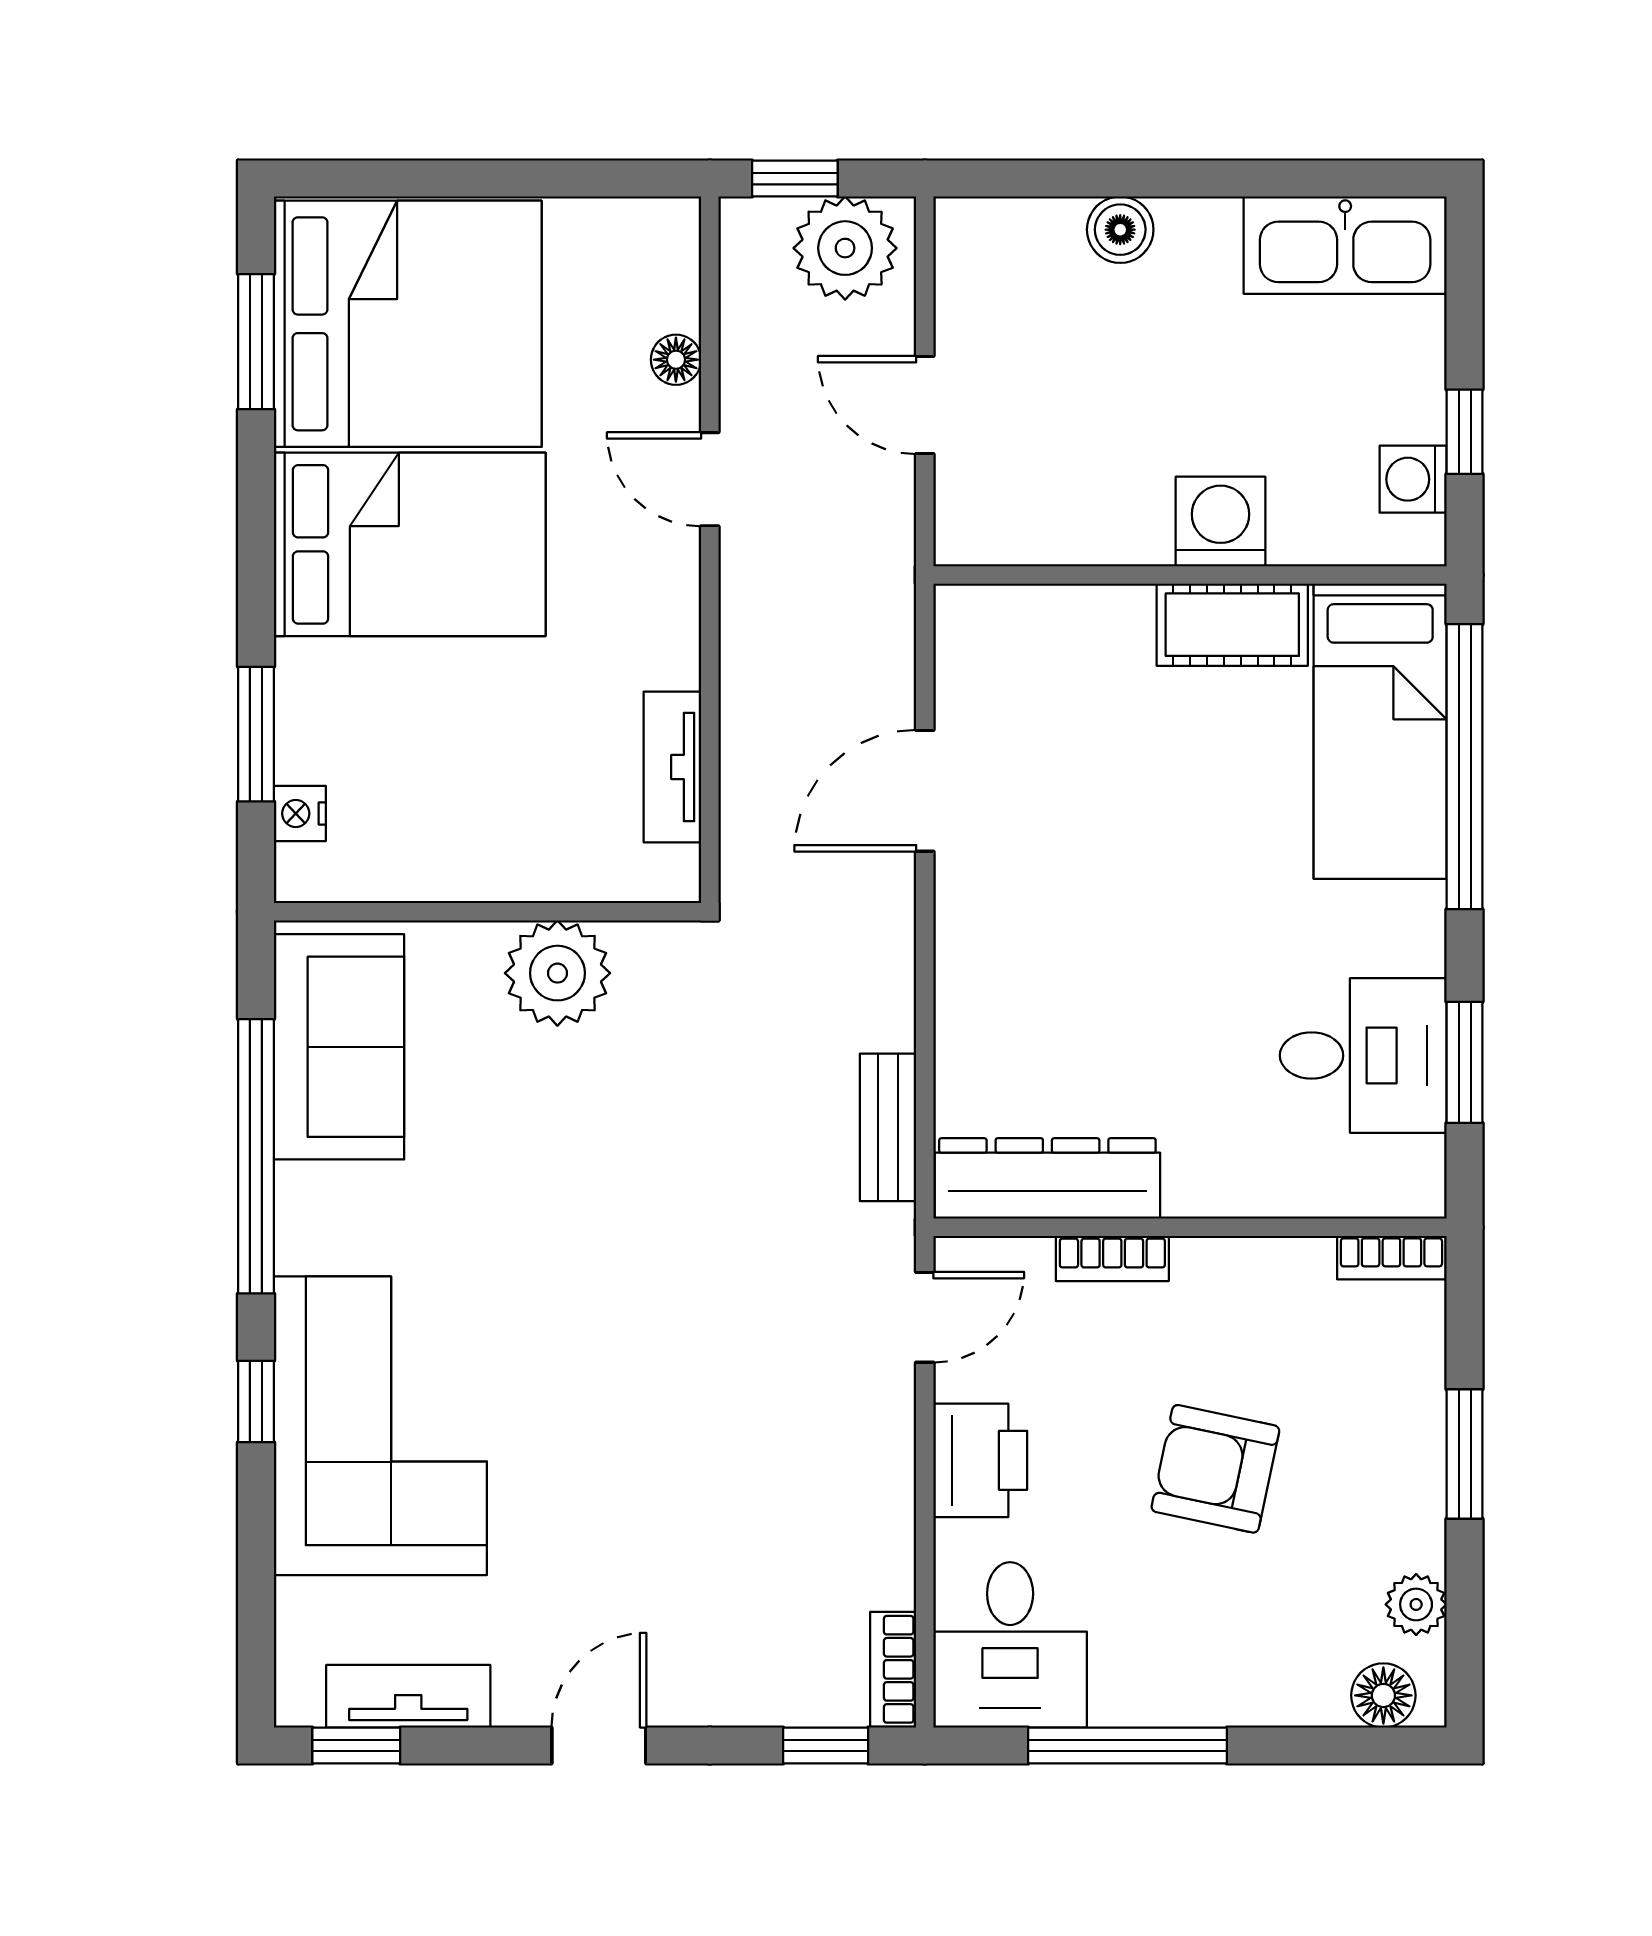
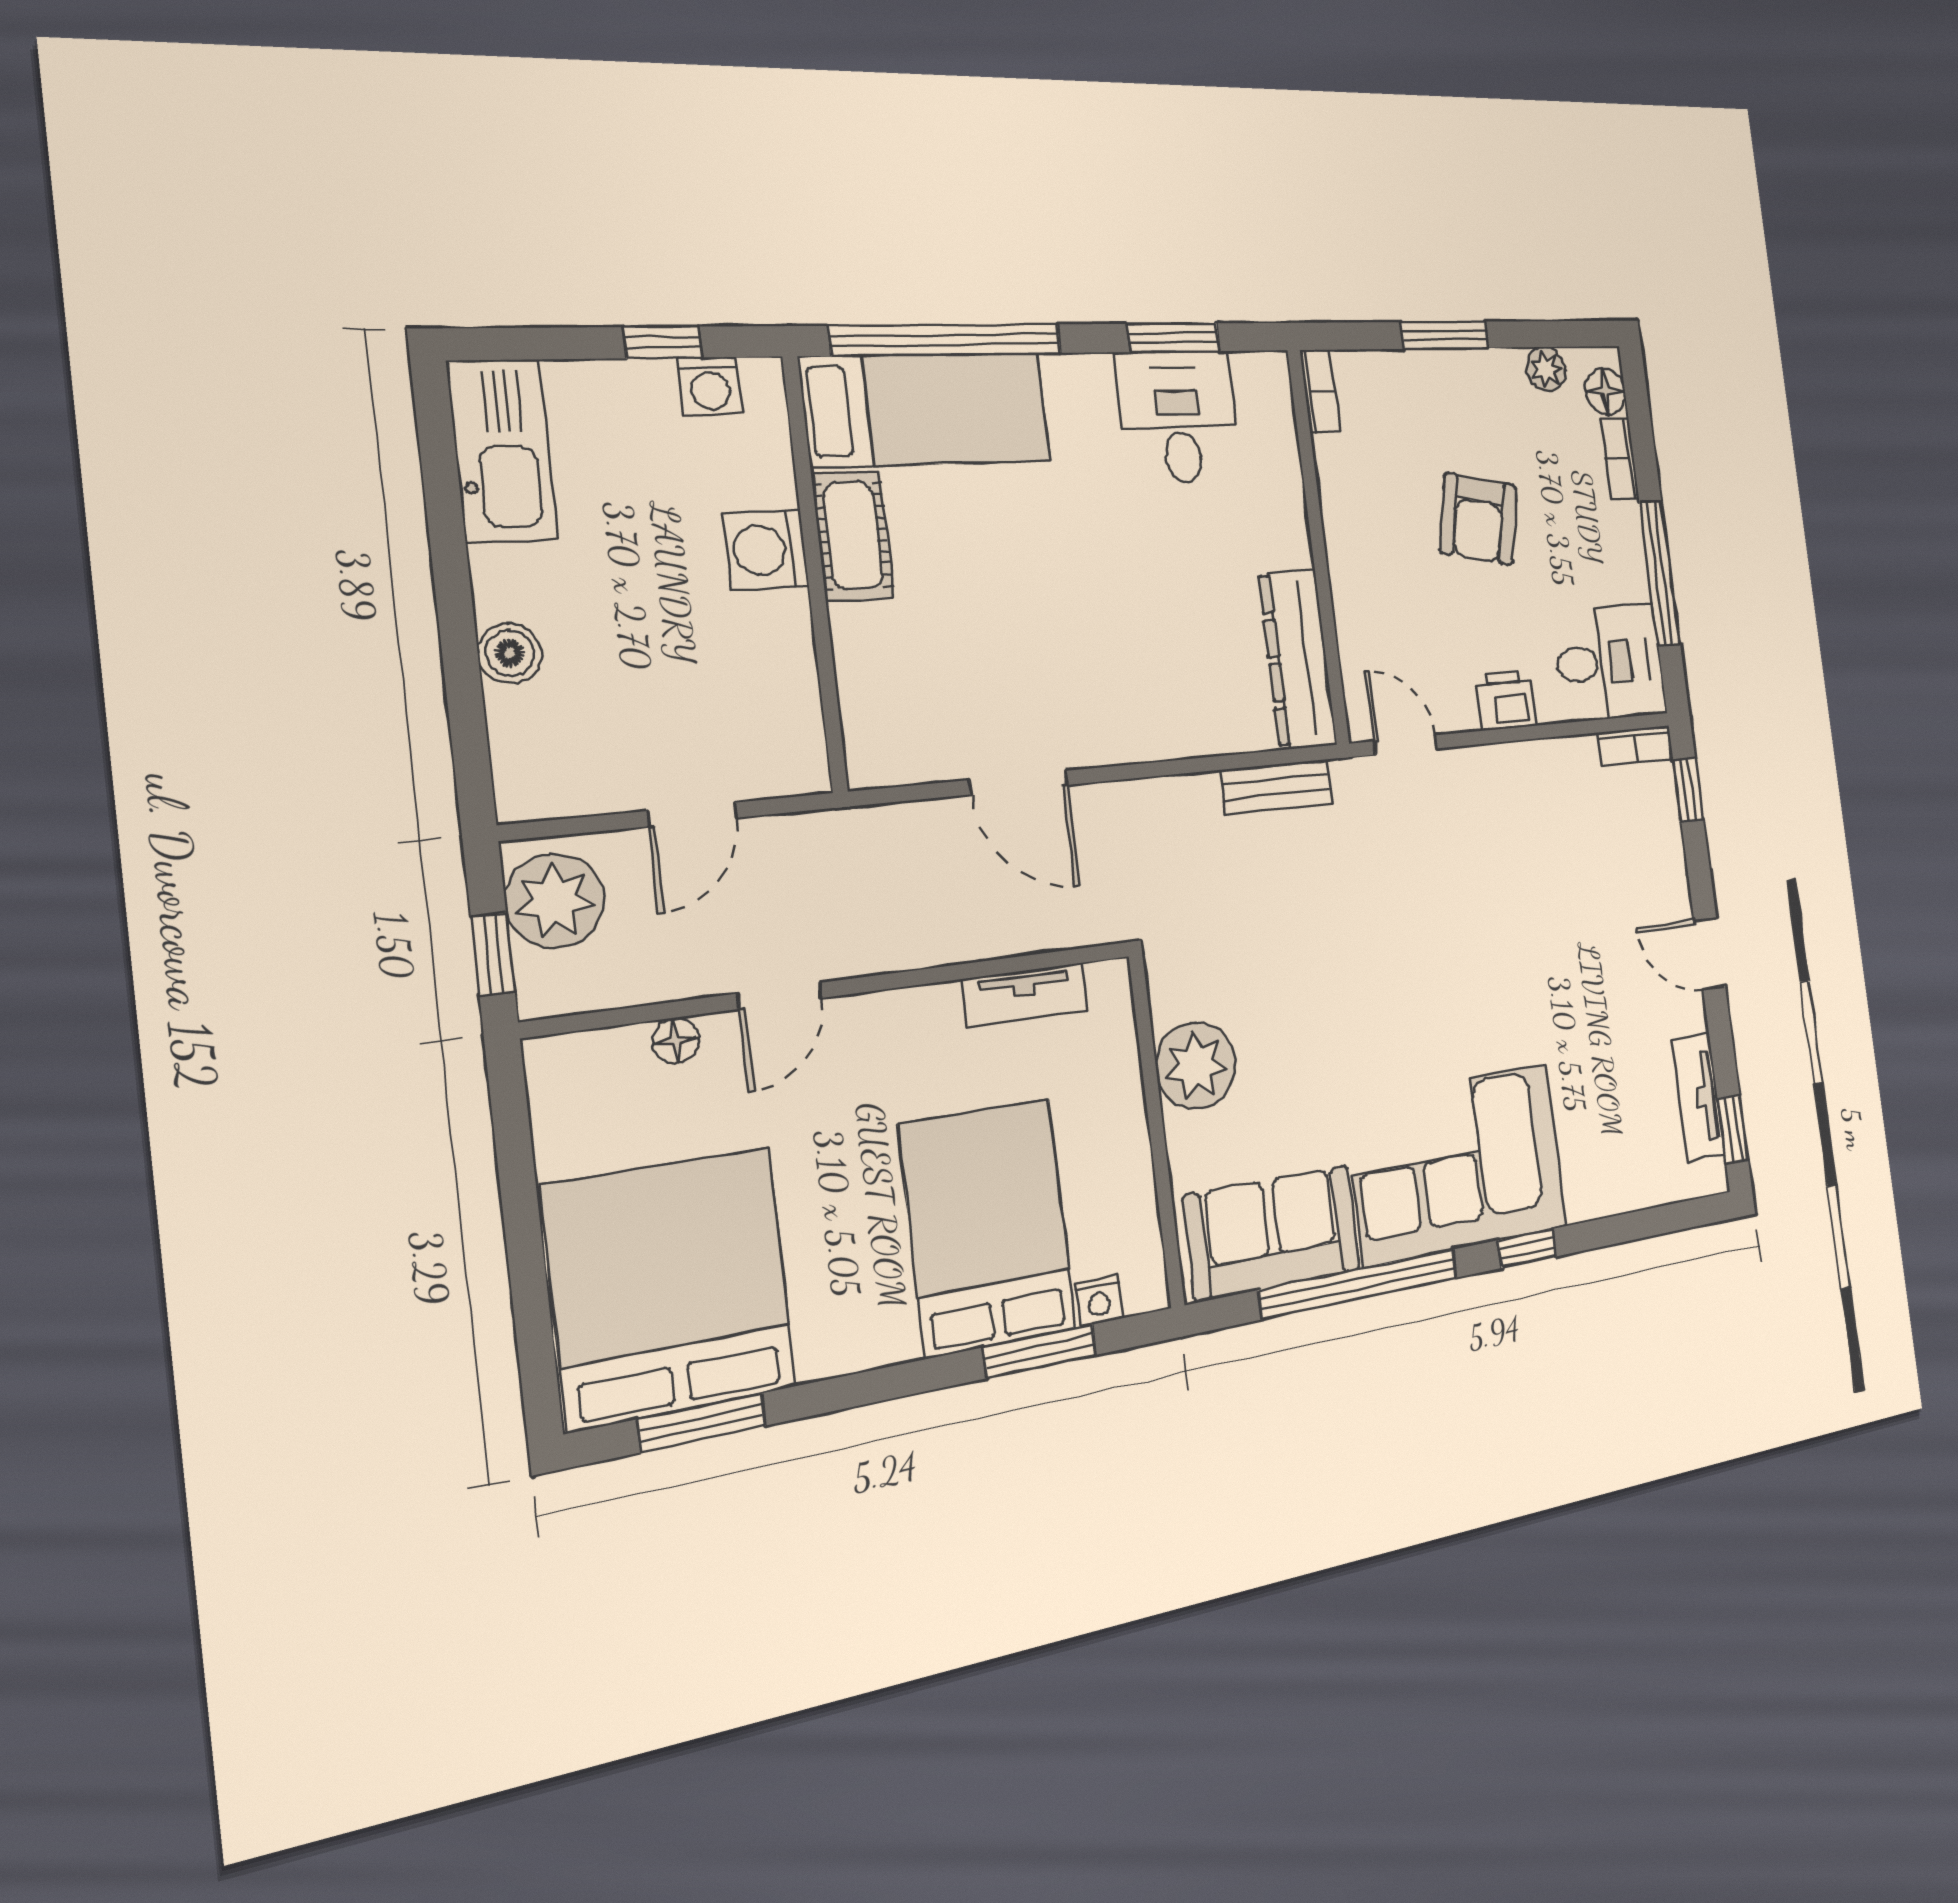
bed: (410, 544) -> (988, 1227), moved
bookcase: (1112, 1258) -> (1620, 459), moved, turned 180
corner sofa: (380, 1426) -> (1457, 1164), moved
printer: (980, 1460) -> (1506, 700), width x0.73, depth x0.81

